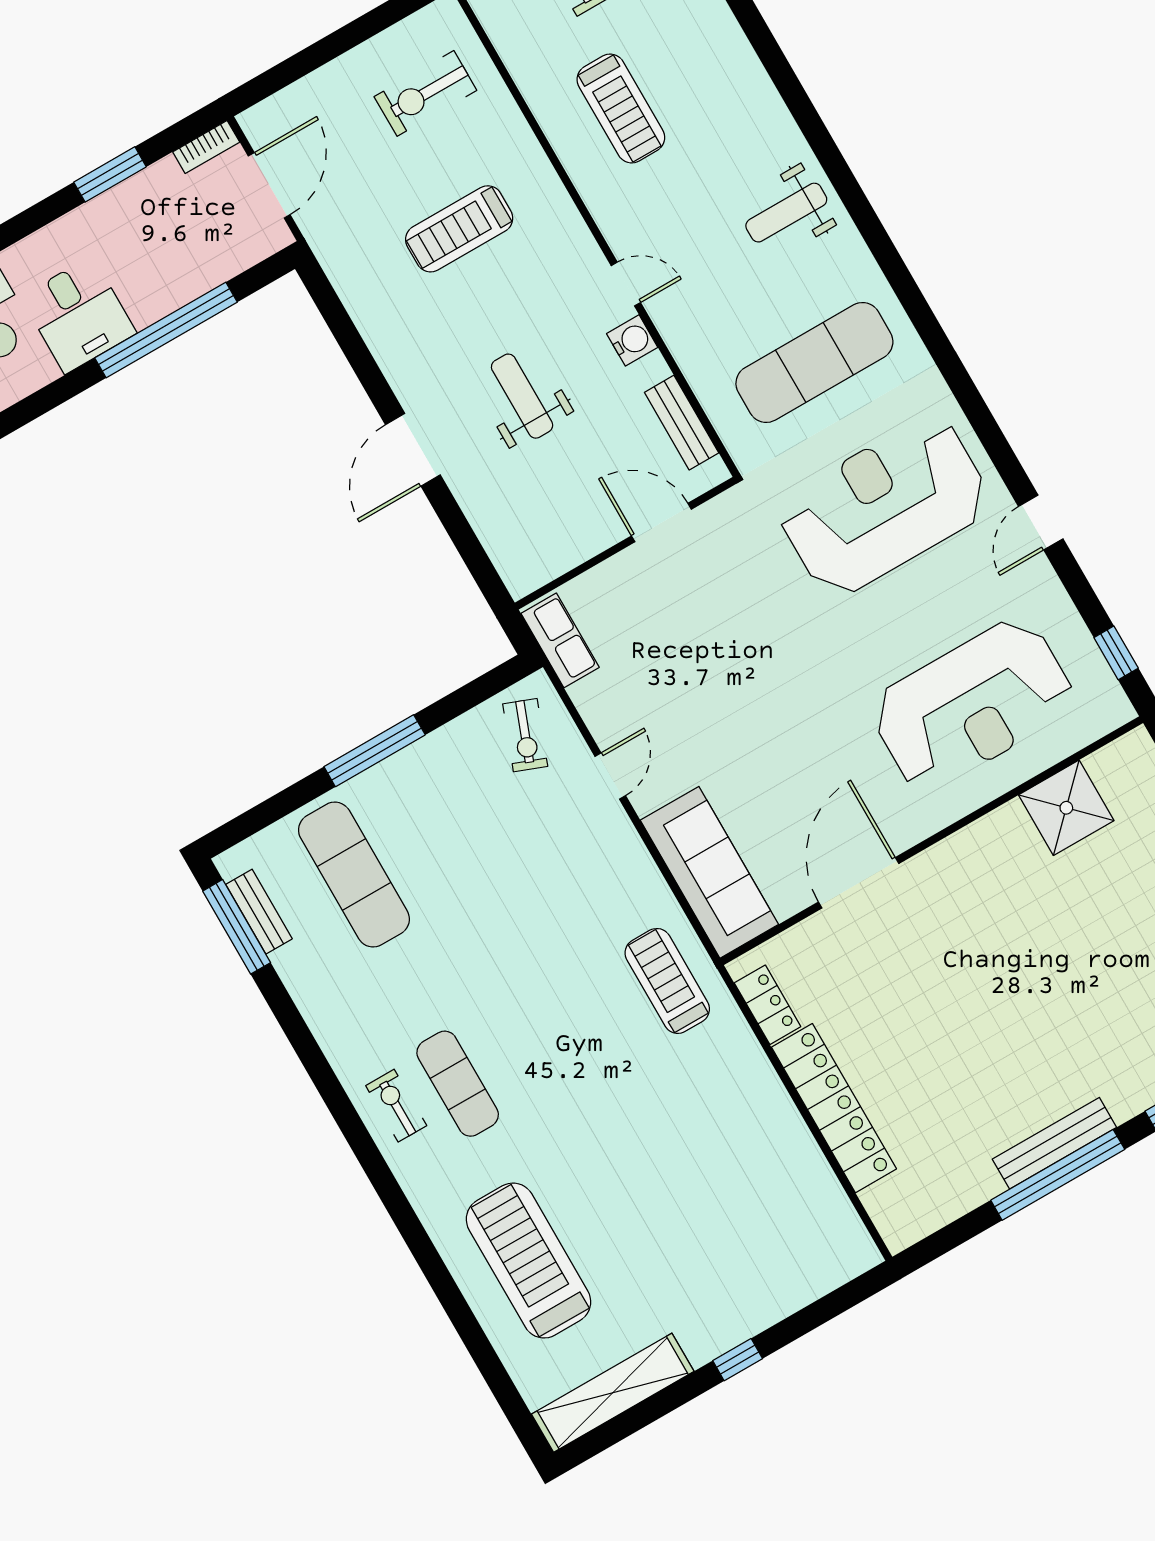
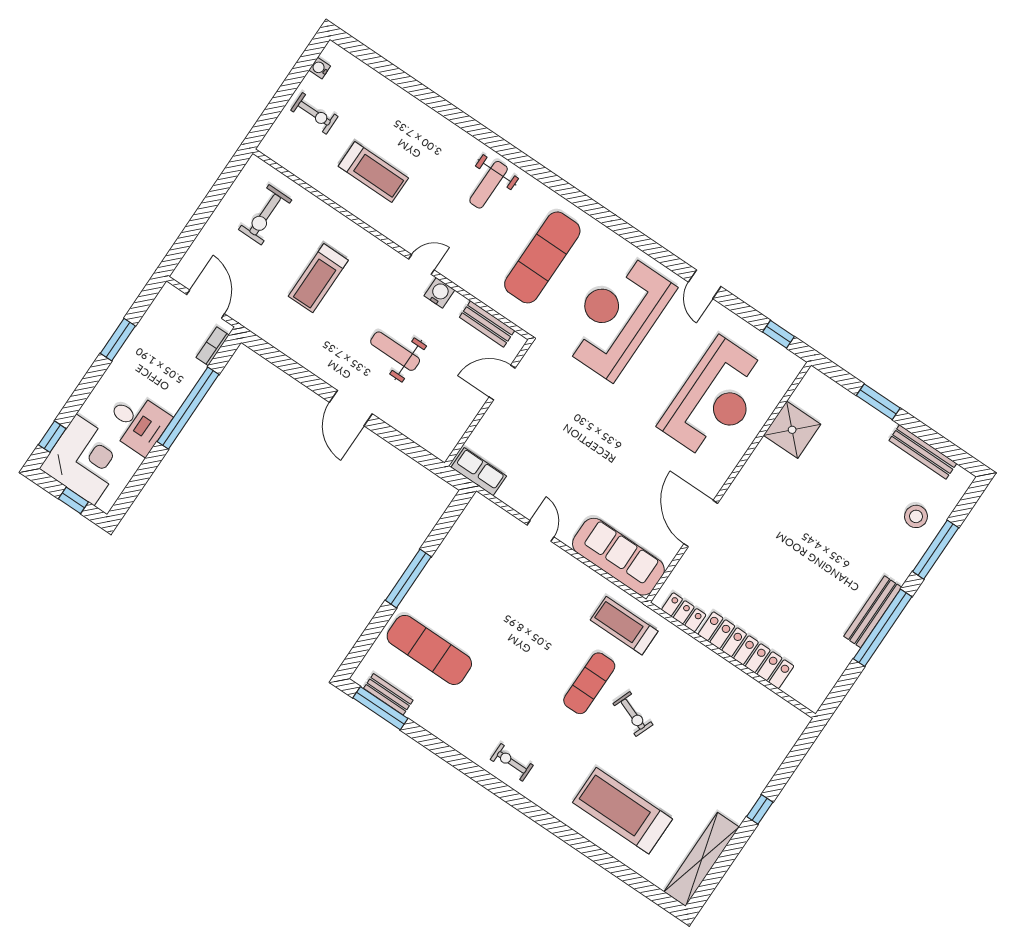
bookcase: (206, 147) -> (213, 346), moved, turned 180
exercise bike: (525, 735) -> (633, 714), moved
exercise mat: (458, 1084) -> (589, 683), moved, turned 90

